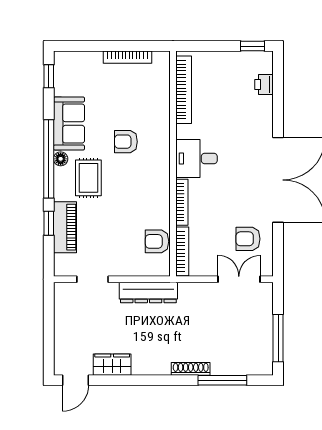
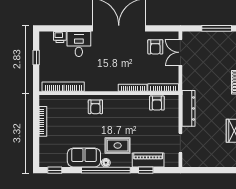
window: (253, 46) -> (36, 57), moved
armchair: (126, 142) -> (95, 107), moved
desk: (197, 158) -> (79, 44), moved, turned 180

